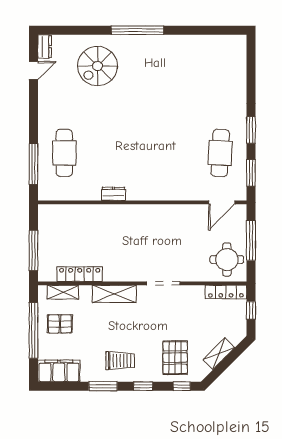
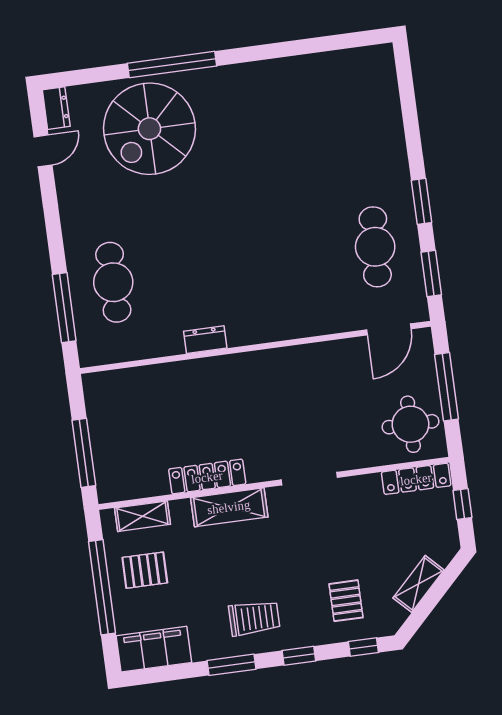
window: (137, 30) -> (172, 65), moved
spiral stairs: (98, 66) -> (149, 129), width x1.37, depth x1.37
locker: (80, 274) -> (207, 477), moved
pallet: (175, 358) -> (346, 601), width x0.67, depth x0.71

